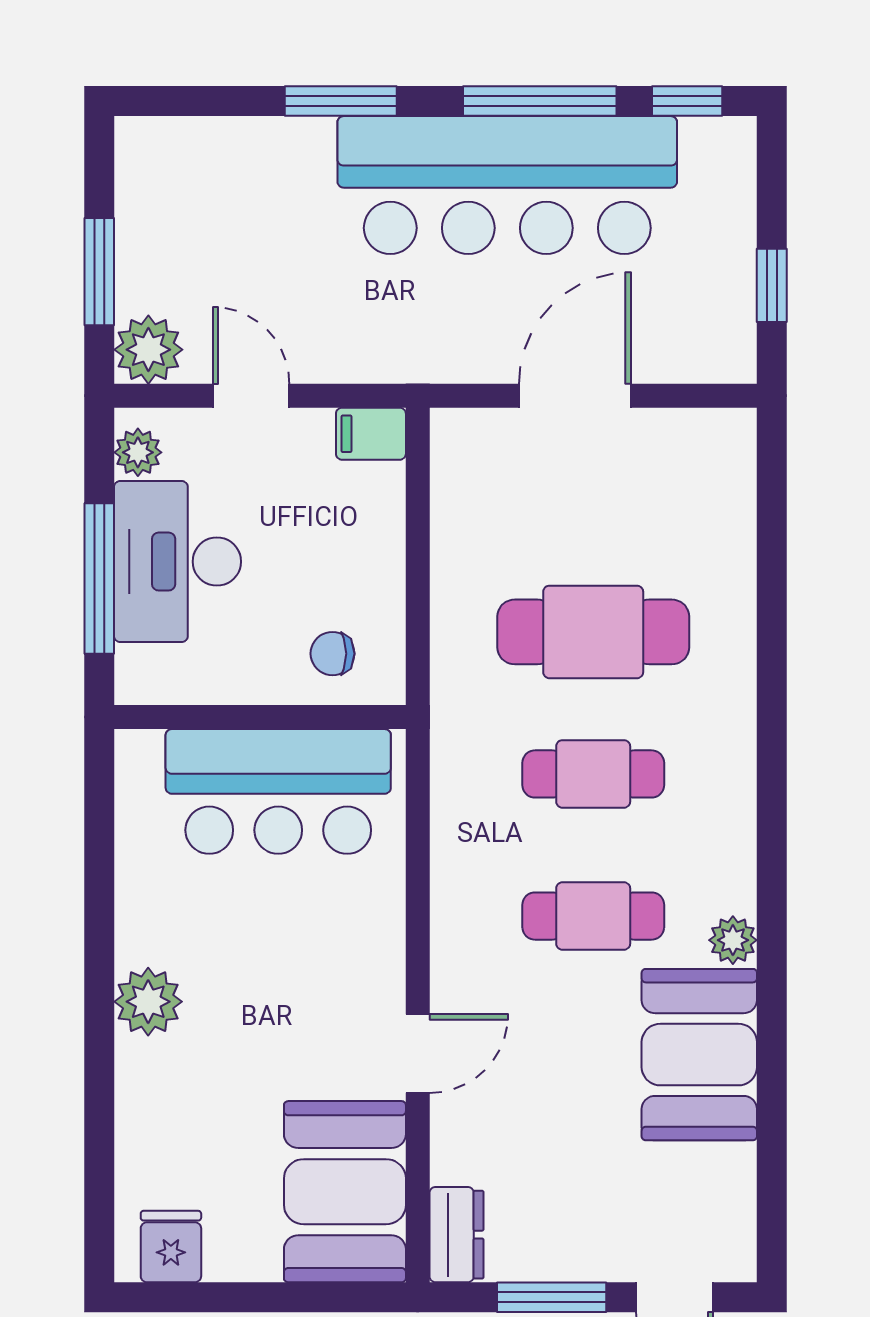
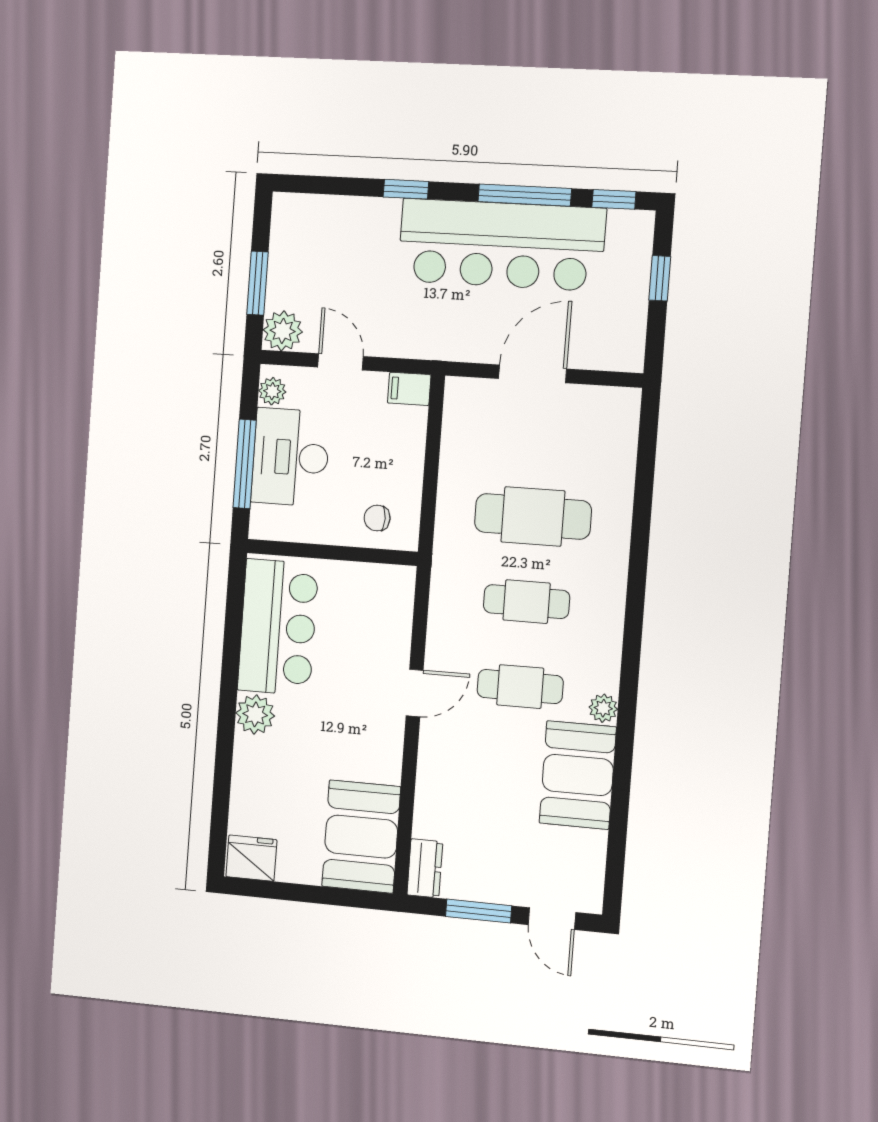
window: (341, 101) -> (406, 189), width x0.67
window: (772, 285) -> (660, 278), moved
bar counter: (278, 791) -> (278, 627), moved, turned -90
door: (418, 1054) -> (415, 693), moved
fridge: (171, 1247) -> (251, 858), width x1.38

